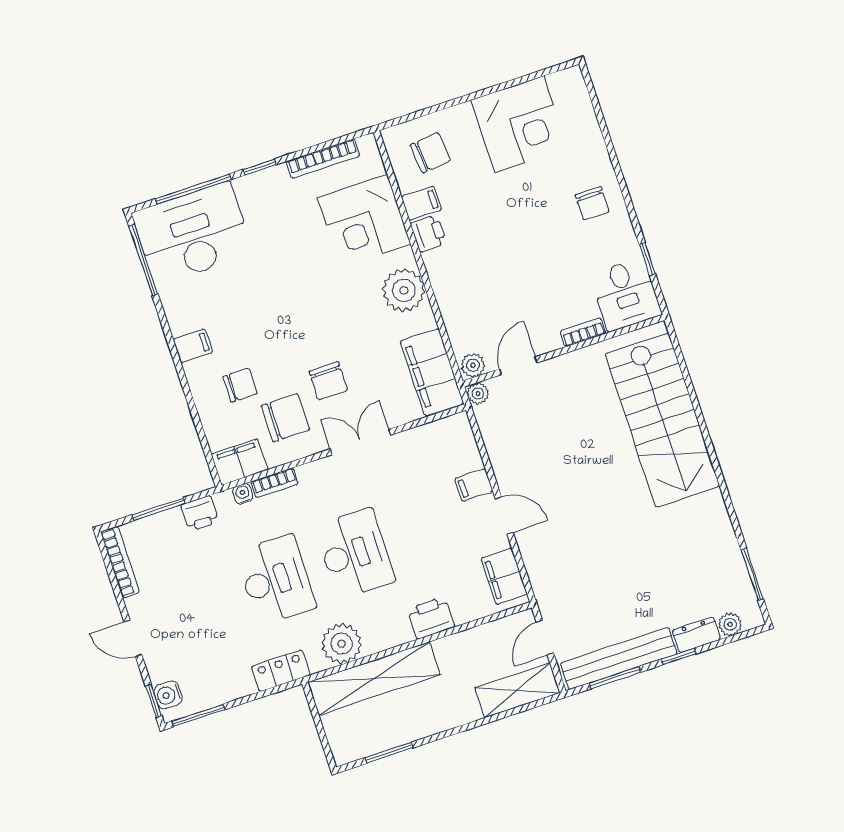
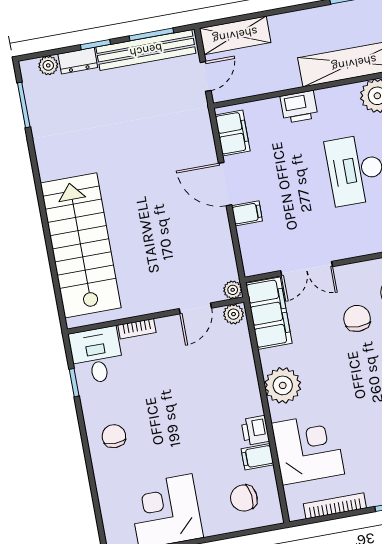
double door: (360, 442) -> (307, 269), moved
door: (504, 515) -> (225, 184), width x1.38

